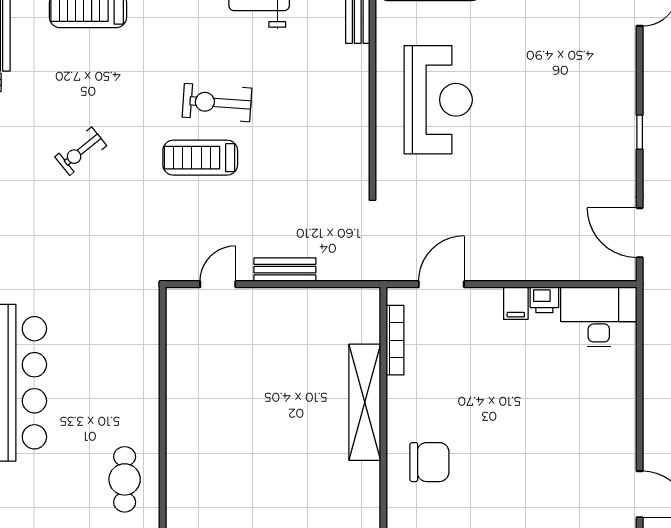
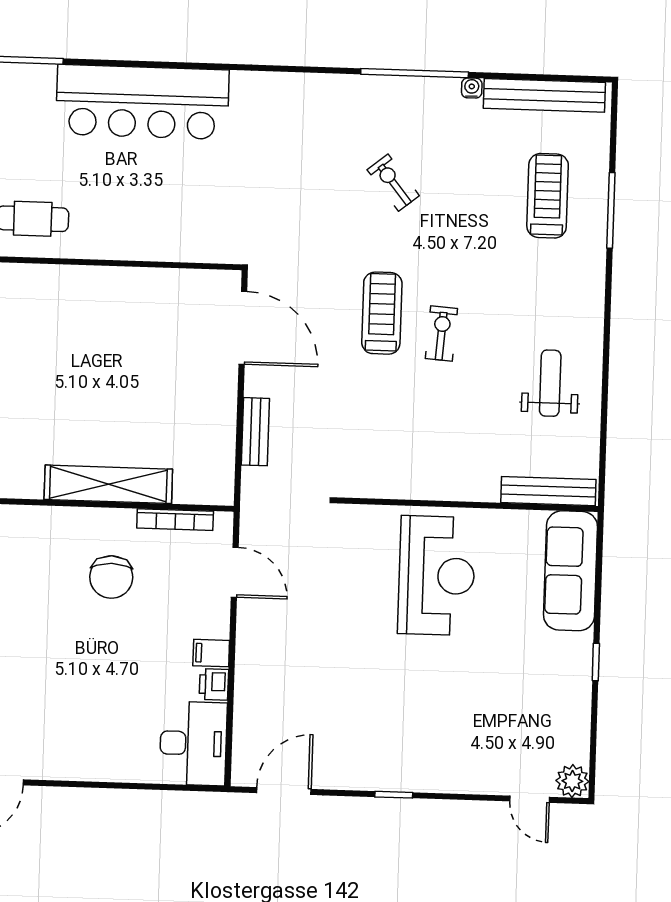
reception desk: (438, 100) -> (437, 576), turned -90
exercise bike: (217, 103) -> (441, 334), width x0.73, depth x0.72
bench: (285, 270) -> (255, 432), moved
door: (218, 284) -> (243, 328), width x1.88
chair: (429, 462) -> (111, 577), moved

